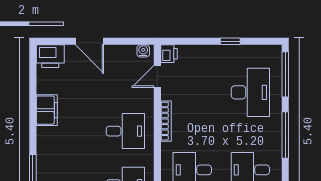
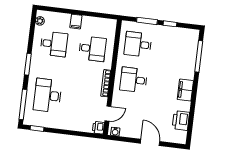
window: (230, 41) -> (37, 129), moved
printer: (50, 56) -> (181, 121), moved, turned -90
filing cabinet: (47, 110) -> (185, 90), moved
window: (285, 135) -> (28, 64), width x0.69

